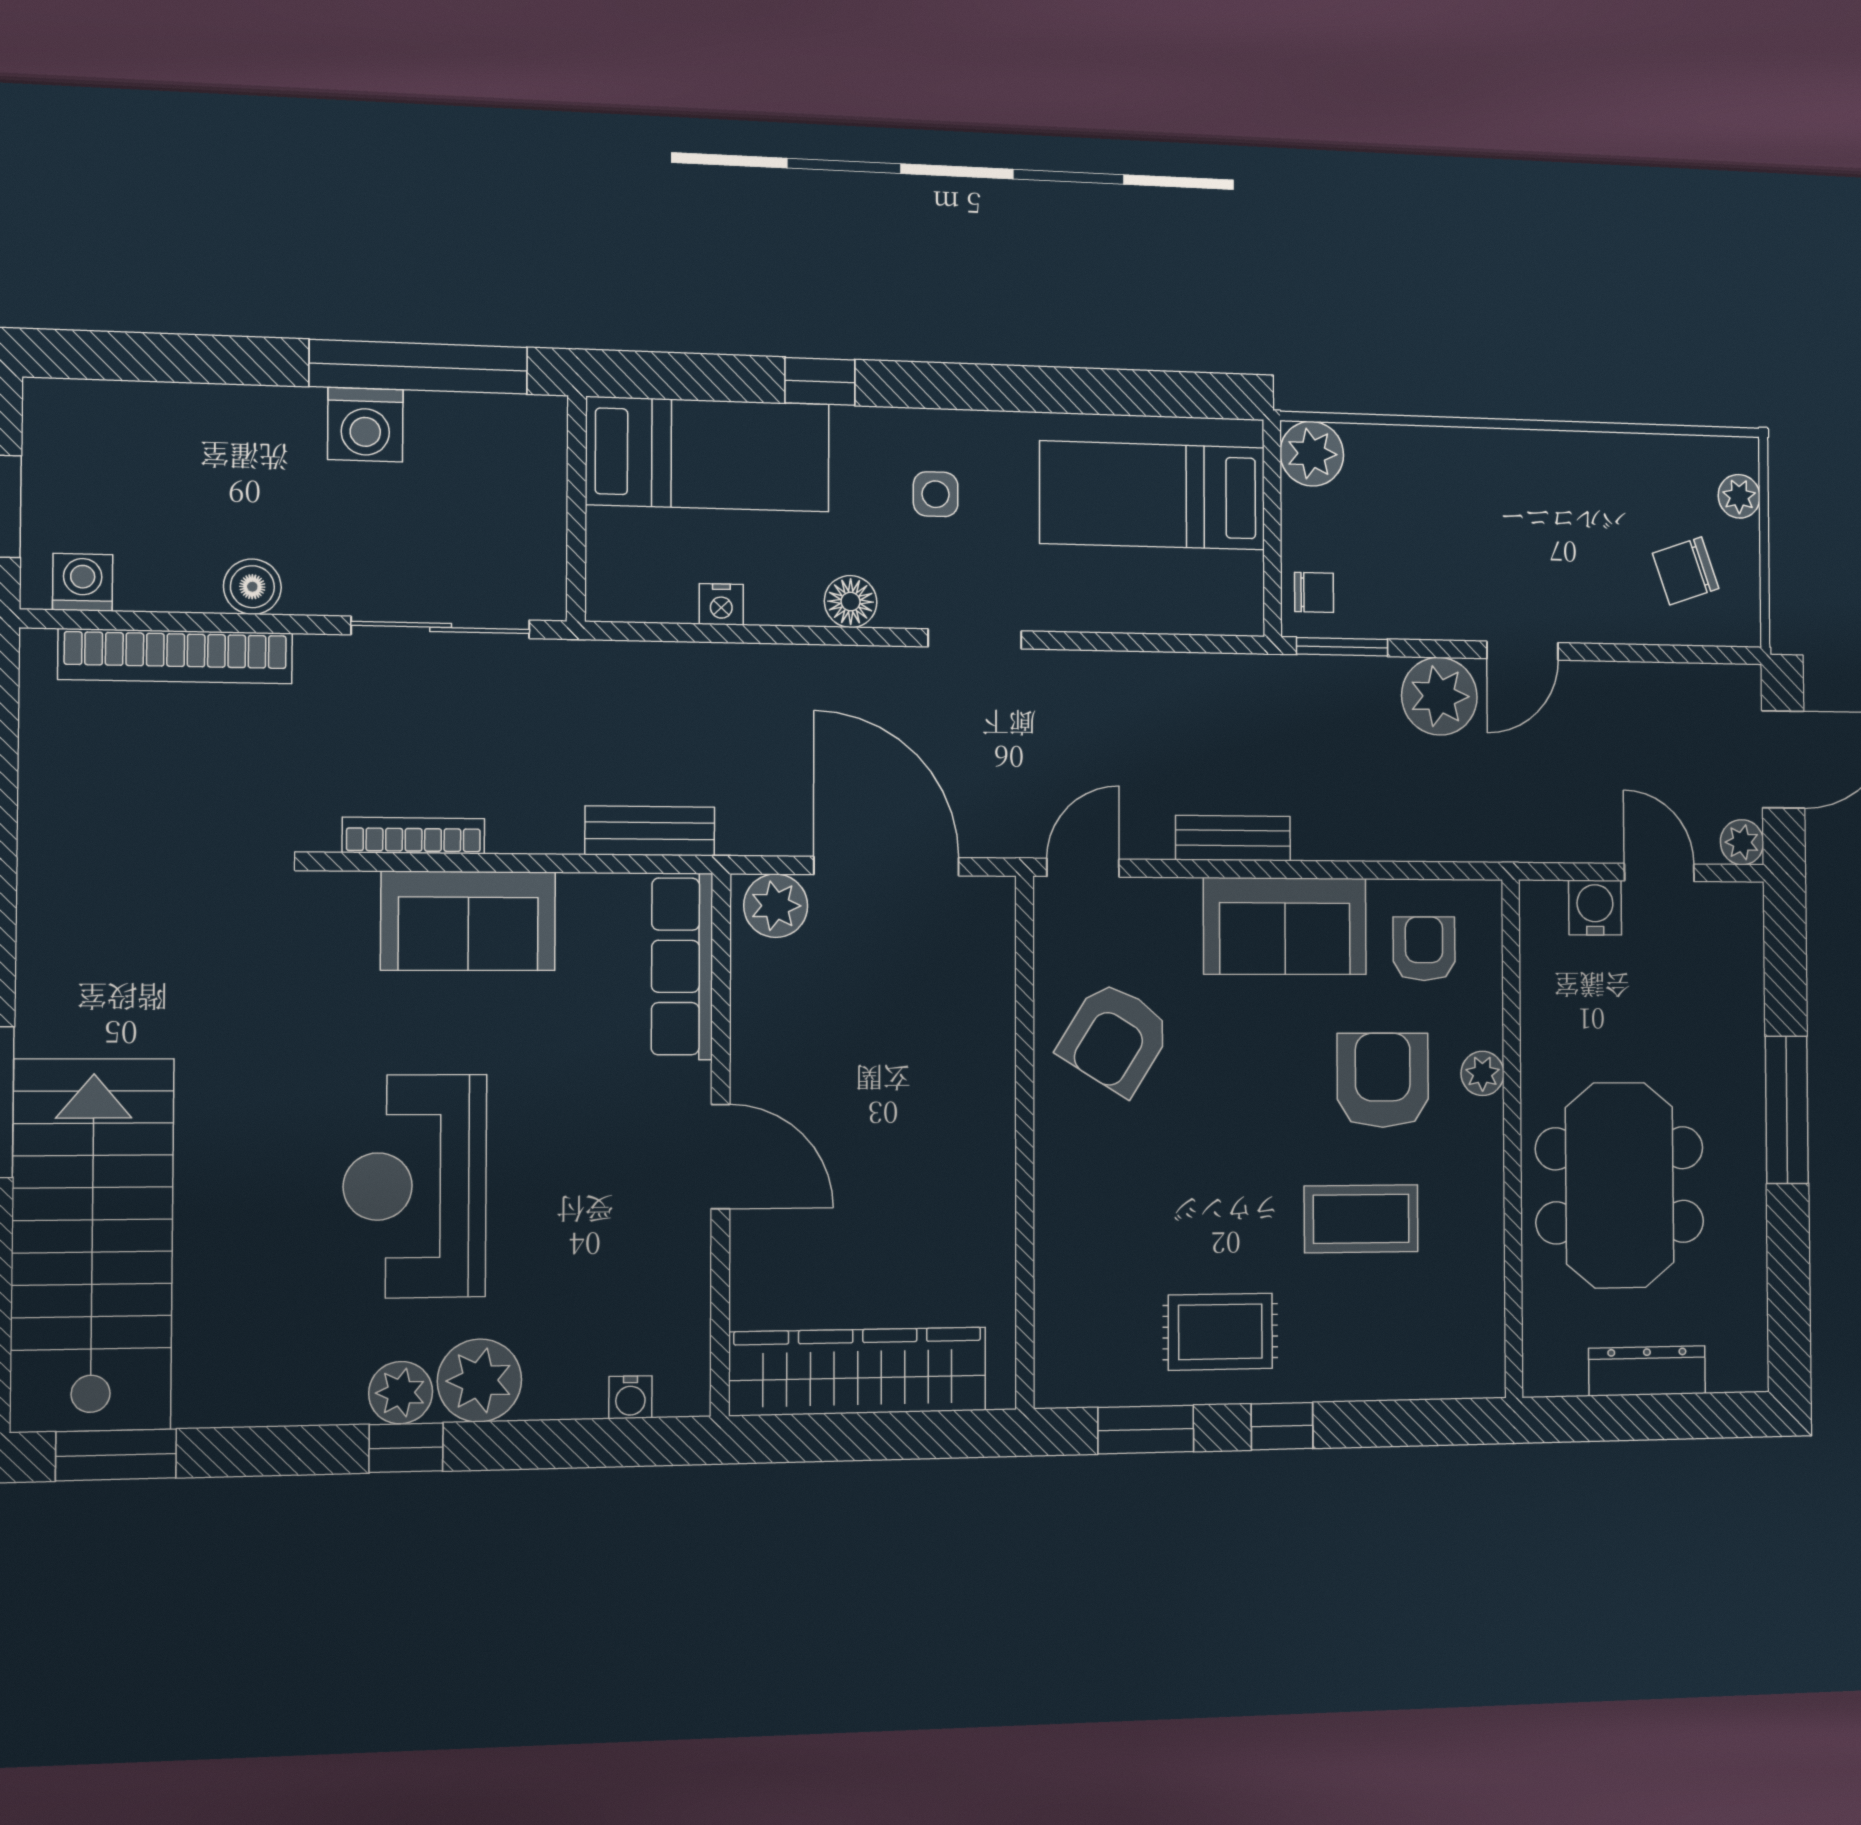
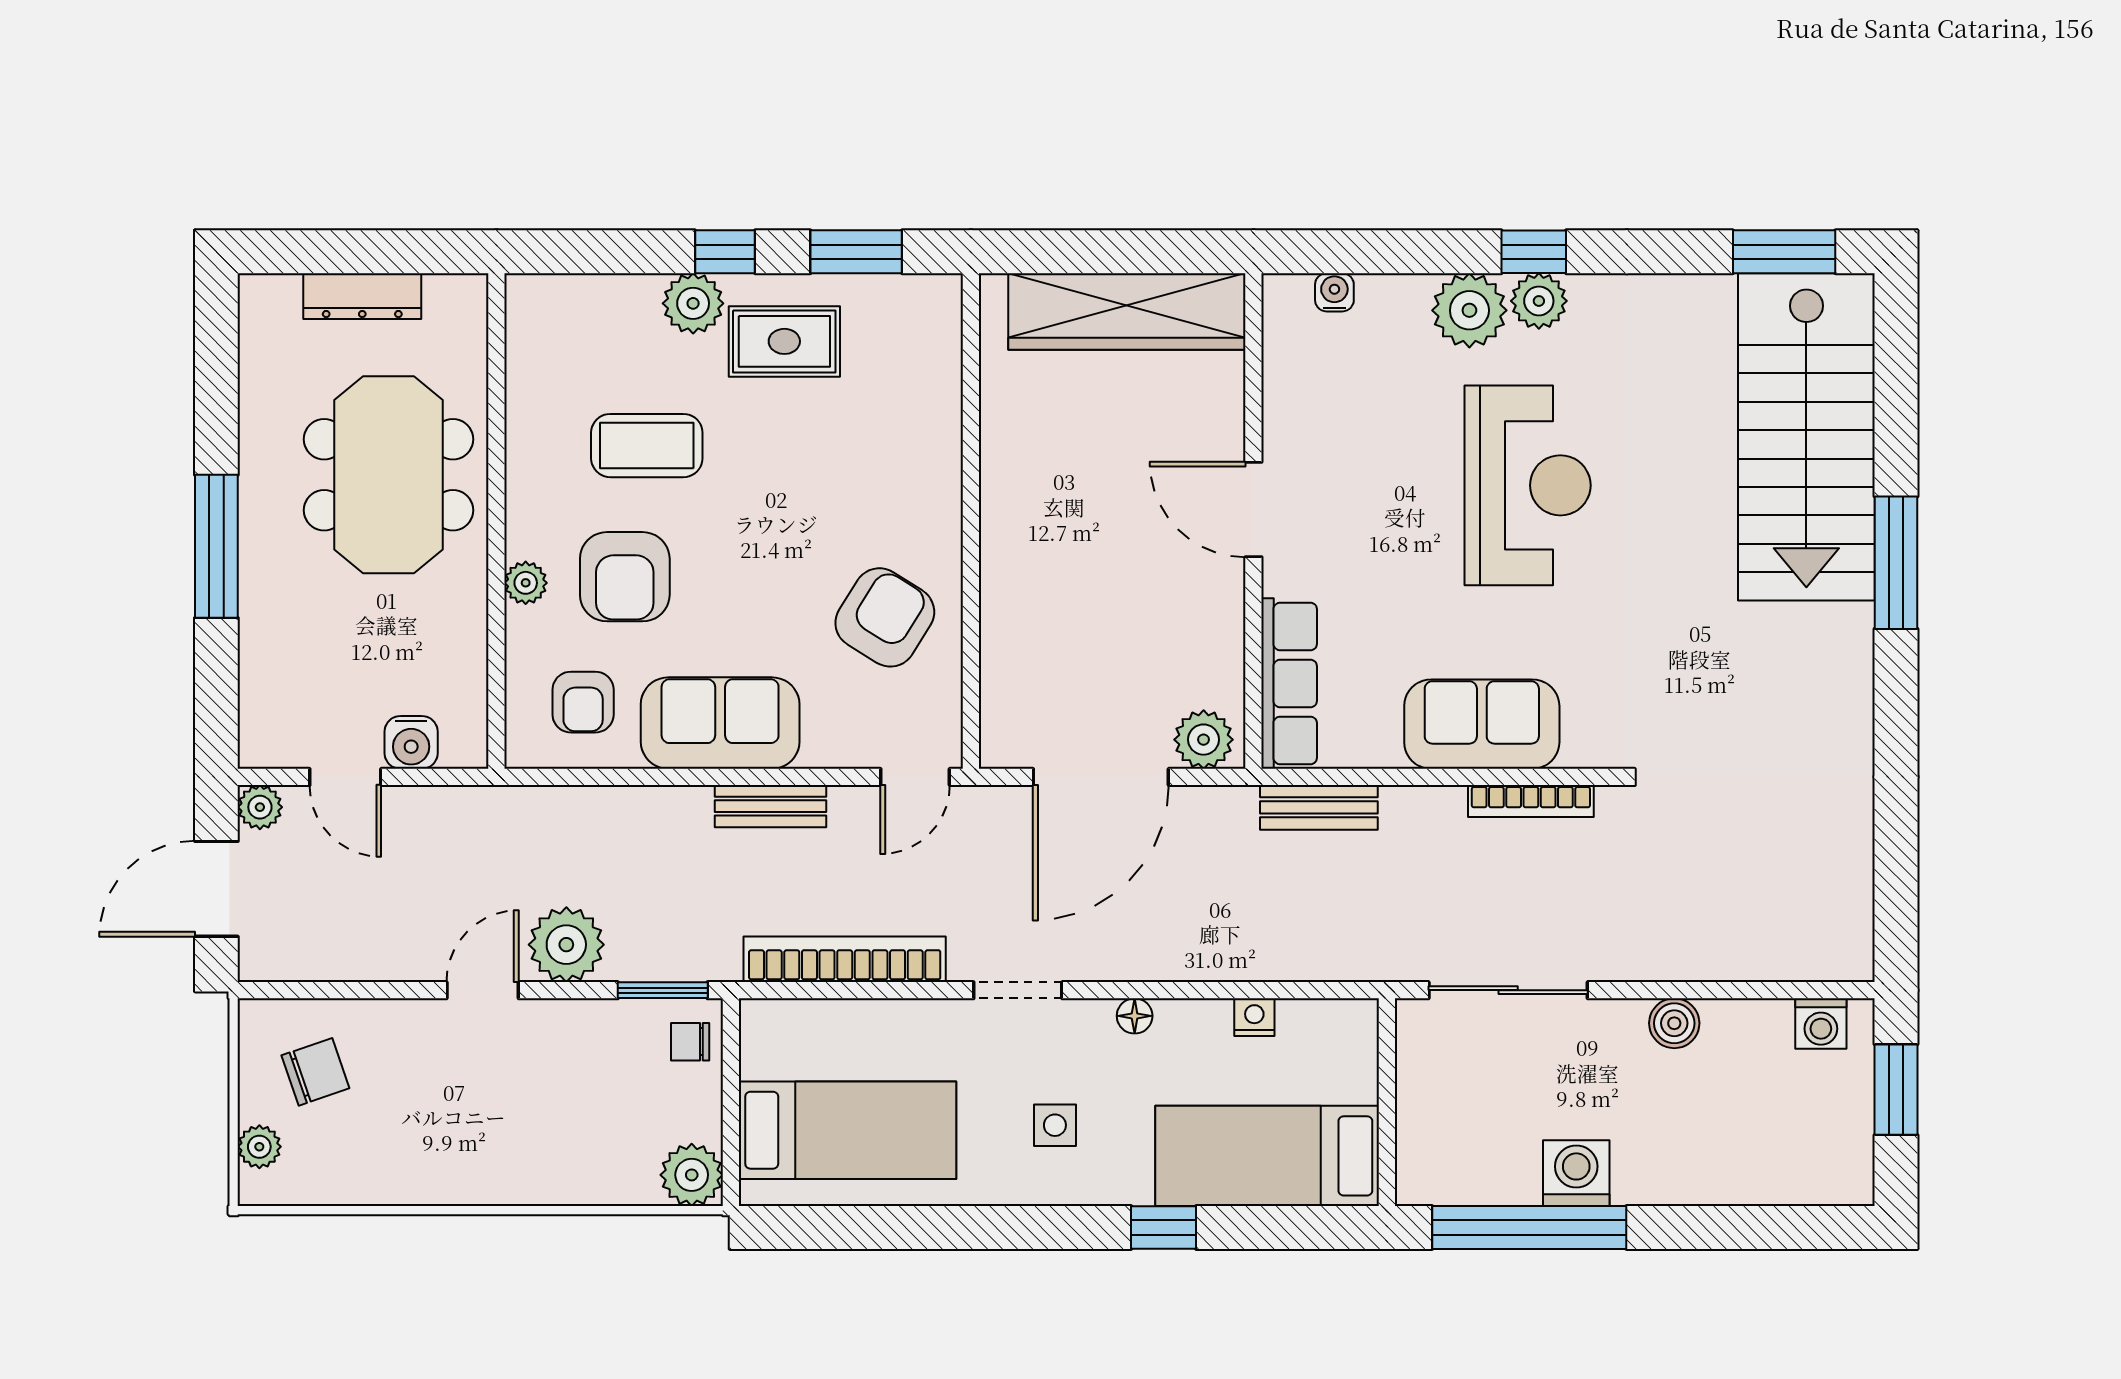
floor lamp: (851, 602) -> (1135, 1016), width x0.73, depth x0.73
bookcase: (176, 656) -> (845, 959), moved
door: (886, 866) -> (1101, 777), hinge flipped
plant: (1315, 1370) -> (693, 303), added

